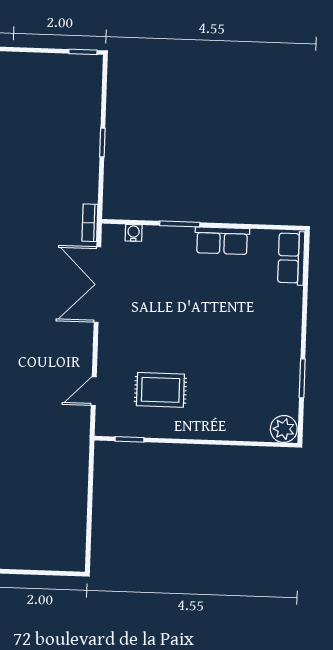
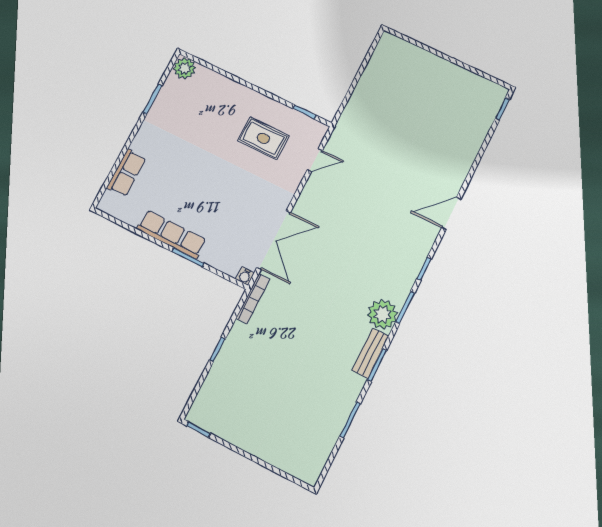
bookcase: (90, 223) -> (253, 299), width x1.56
water cooler: (134, 233) -> (245, 276), moved
row of seats: (222, 241) -> (171, 234), width x1.48
row of seats: (291, 258) -> (126, 173), moved

